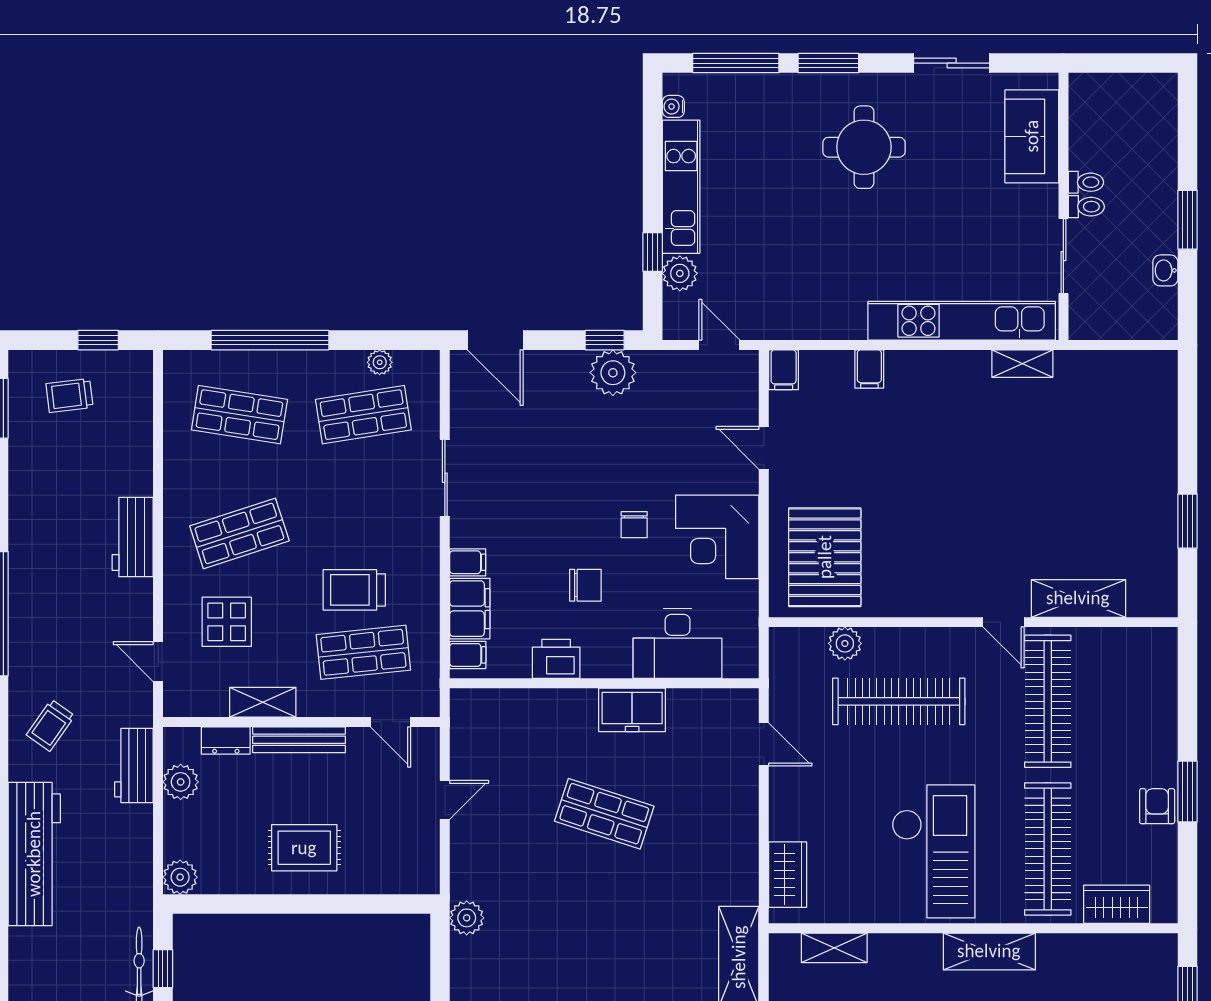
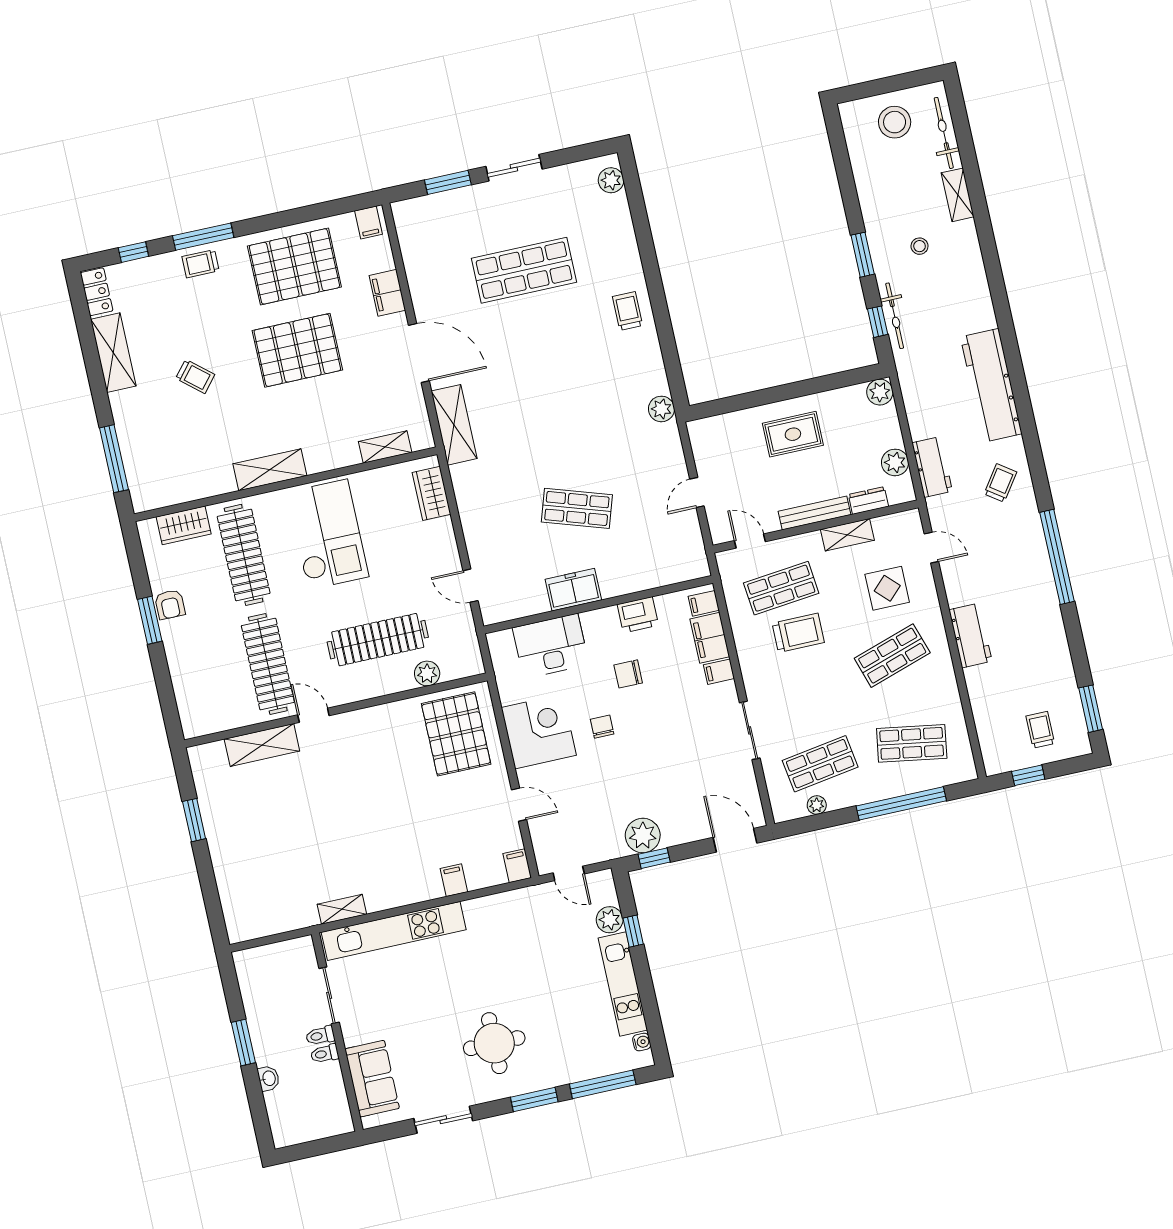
washbasin: (1165, 270) -> (269, 1078), moved
trolley: (70, 395) -> (1040, 730), turned -83
checkout: (933, 851) -> (328, 534), turned 180

